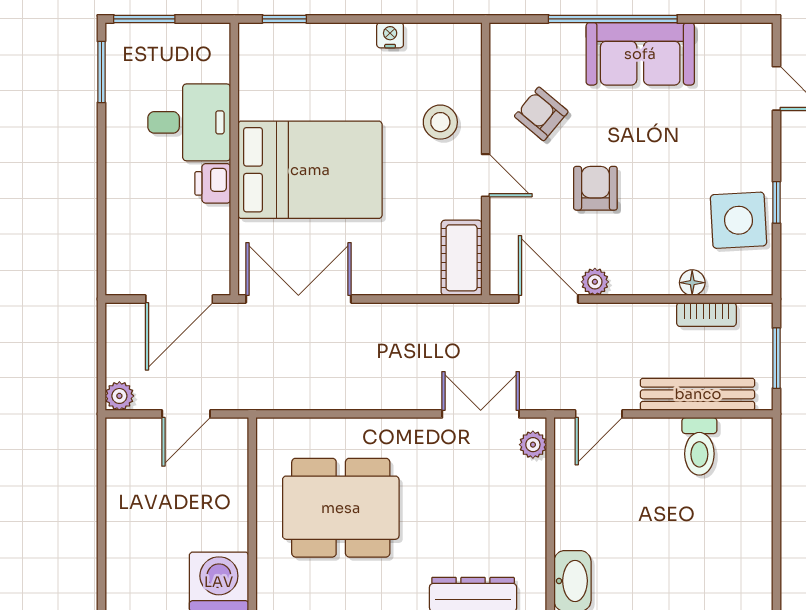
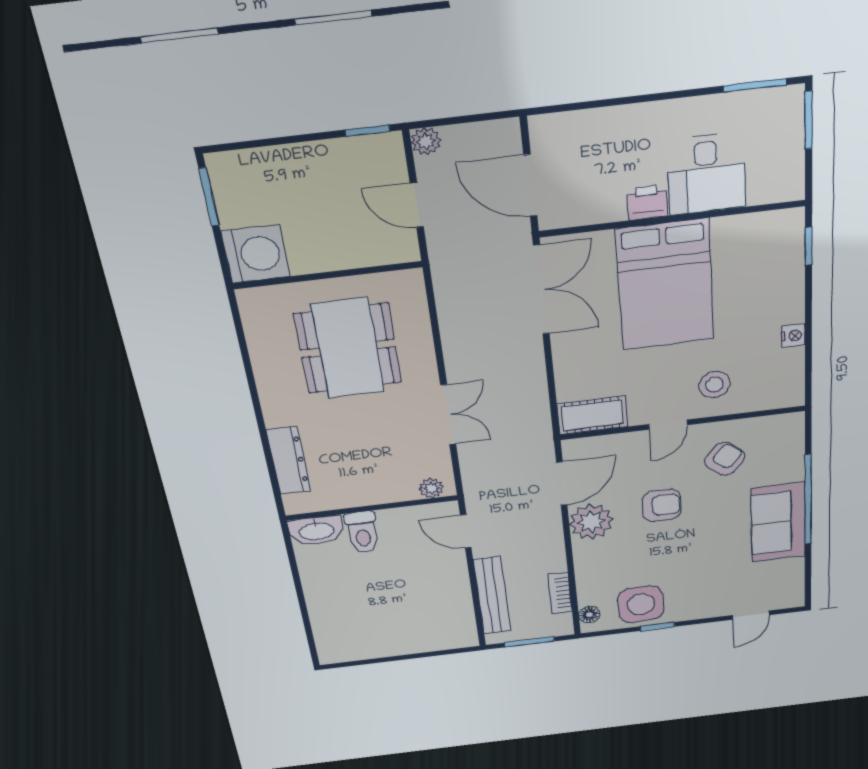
plant: (595, 282) -> (591, 522), width x1.87, depth x1.87
floor lamp: (692, 283) -> (589, 615), moved
double door: (481, 414) -> (448, 415), moved
toilet: (699, 446) -> (362, 532), moved, turned -90
window: (101, 450) -> (367, 131), added

